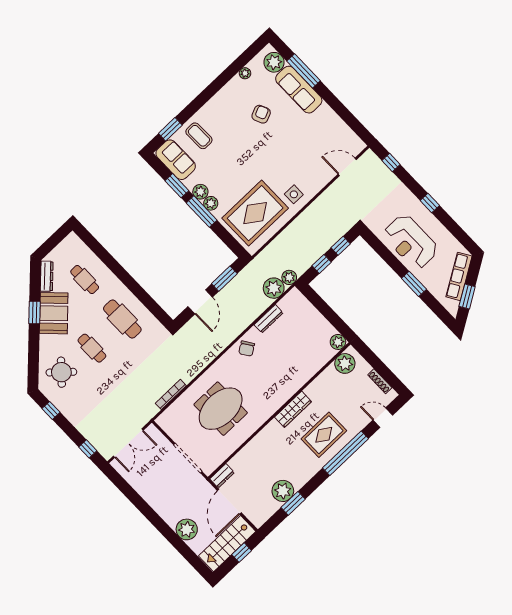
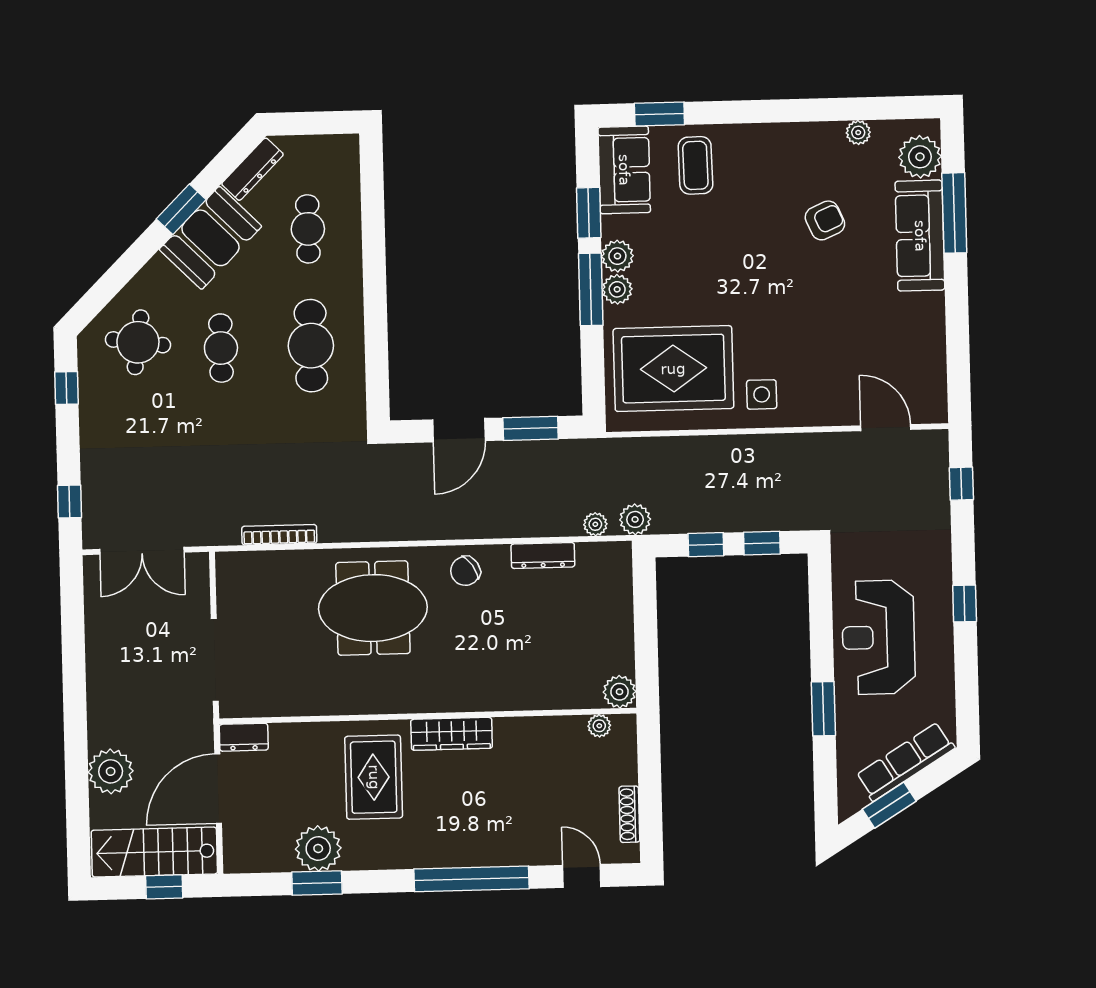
plant: (274, 288) -> (595, 524), width x0.53, depth x0.53
plant: (345, 363) -> (599, 726), width x0.53, depth x0.53
round table: (61, 372) -> (138, 342), turned -34
meeting table: (221, 409) -> (373, 608), moved
rug: (324, 435) -> (374, 777), moved, turned 90

